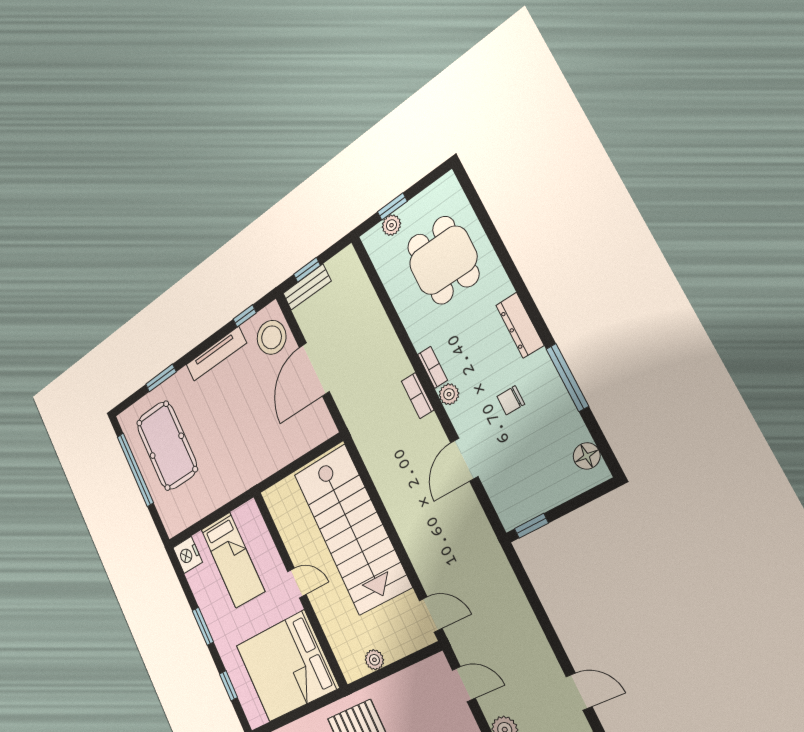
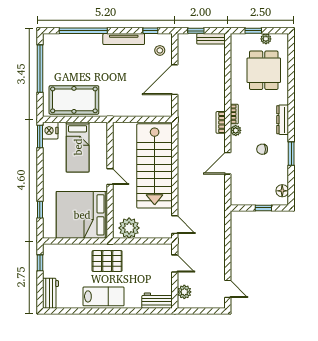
plant: (391, 225) -> (266, 39), moved
bench: (307, 287) -> (211, 39), moved
stool: (272, 337) -> (160, 50), width x0.53, depth x0.53
window: (567, 377) -> (291, 154), width x0.69
window: (161, 378) -> (83, 31), width x2.11
pool table: (167, 446) -> (74, 100), moved, turned 90
window: (531, 526) -> (263, 208), moved
window: (203, 626) -> (40, 137), moved
plant: (374, 660) -> (129, 228), width x1.87, depth x1.87

